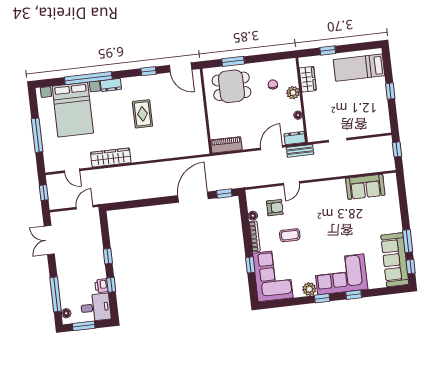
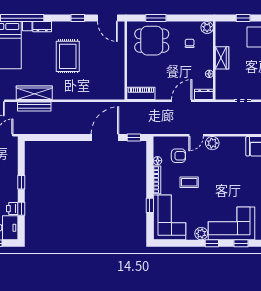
wardrobe: (308, 79) -> (222, 58), moved
plant: (293, 93) -> (207, 28), moved
rug: (142, 114) -> (68, 56), width x1.36, depth x1.43
bench: (300, 151) -> (34, 107), moved, width x1.36
plant: (310, 190) -> (212, 143), added

